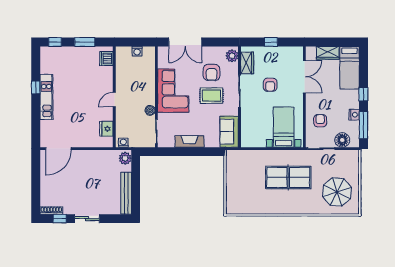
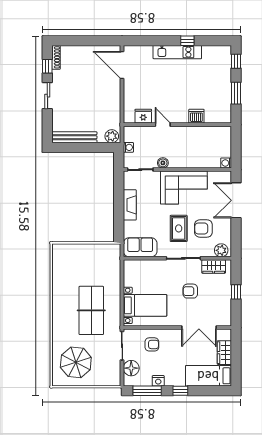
washing machine: (137, 51) -> (226, 163), moved
dishwasher: (106, 59) -> (196, 116), moved
door: (114, 100) -> (163, 125), moved
washing machine: (123, 143) -> (128, 147), moved

